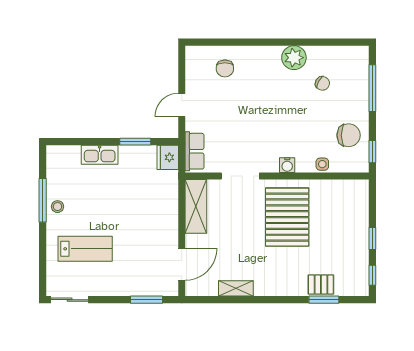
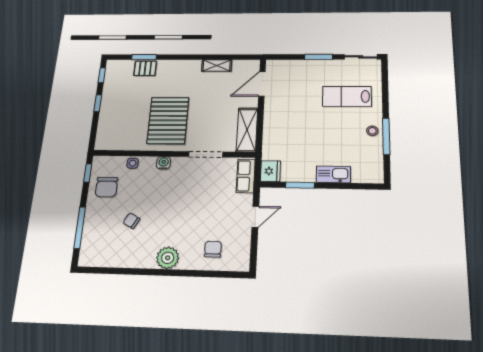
plant: (294, 58) -> (168, 258), moved
chair: (322, 83) -> (131, 221), moved
chair: (349, 135) -> (106, 187), turned -90
window: (147, 300) -> (319, 57), moved

